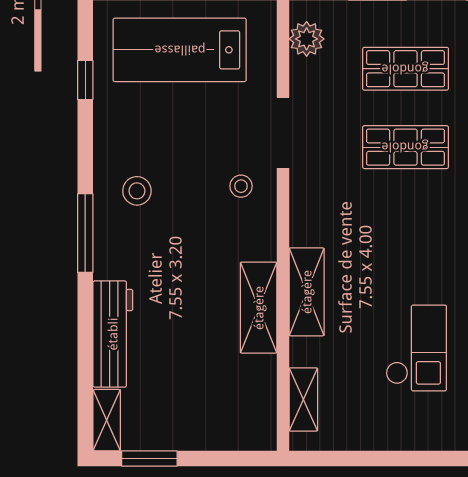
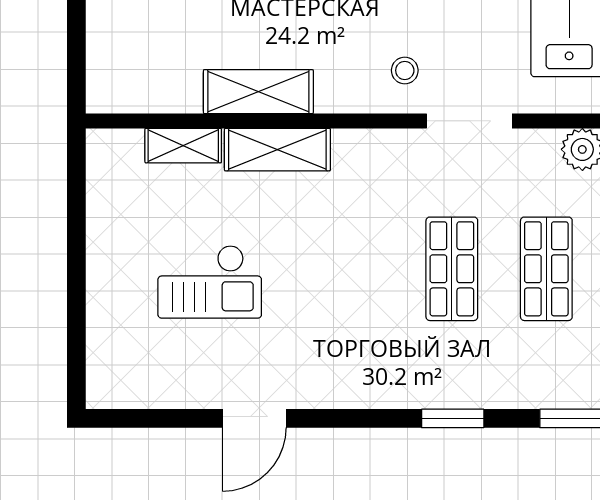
shelving: (303, 399) -> (183, 146), moved

